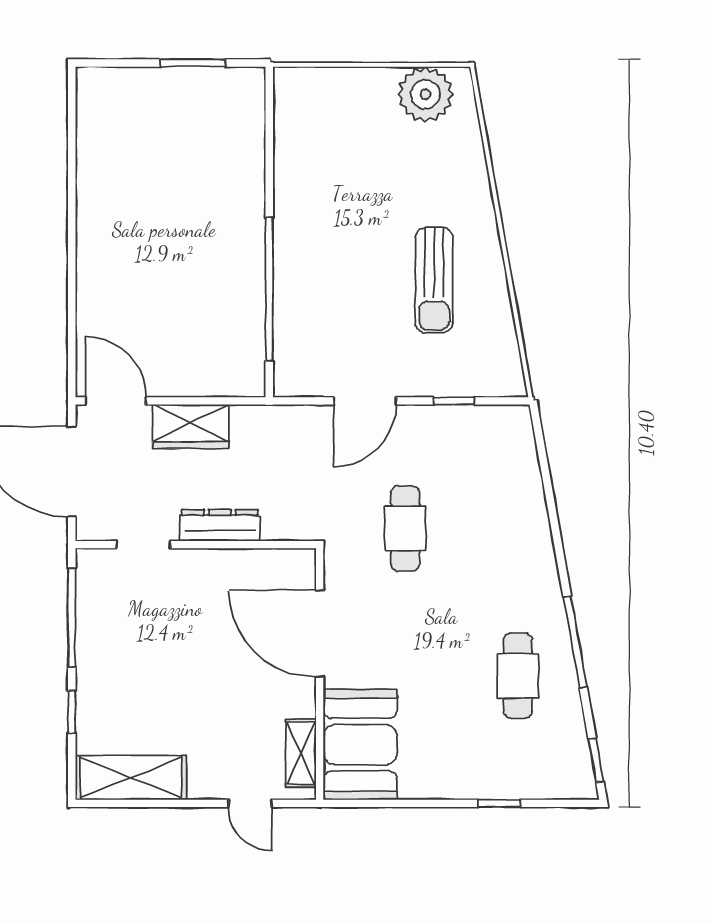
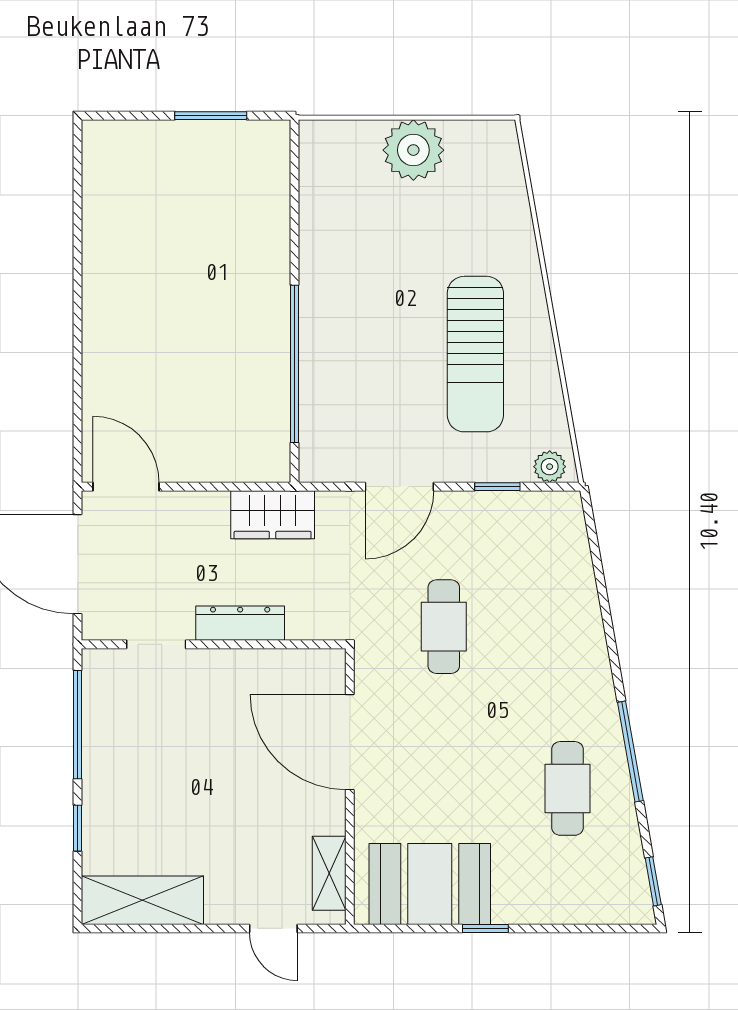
plant: (425, 94) -> (413, 150), moved
sun lounger: (434, 280) -> (475, 354), width x1.36, depth x1.34
plant: (502, 383) -> (550, 467), added
wardrobe: (191, 427) -> (273, 515), moved
booth: (360, 745) -> (430, 884), moved, turned 90
window: (499, 803) -> (485, 928), moved

